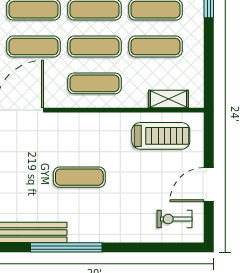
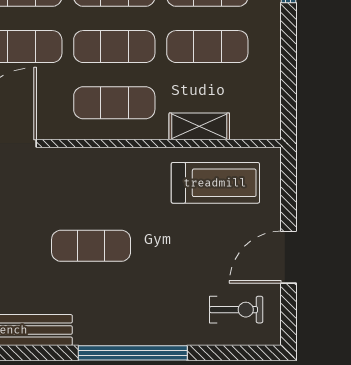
shelving: (168, 99) -> (199, 126), moved
exercise bike: (174, 219) -> (236, 310), turned 180
window: (66, 247) -> (133, 353), moved

